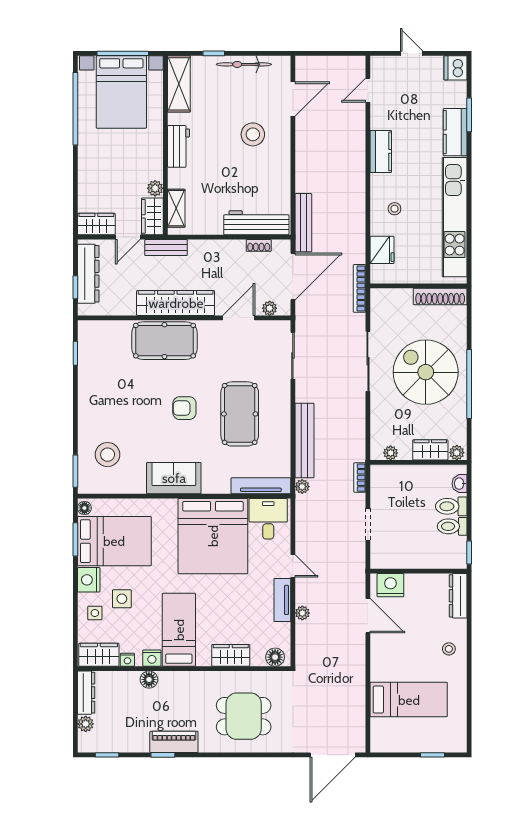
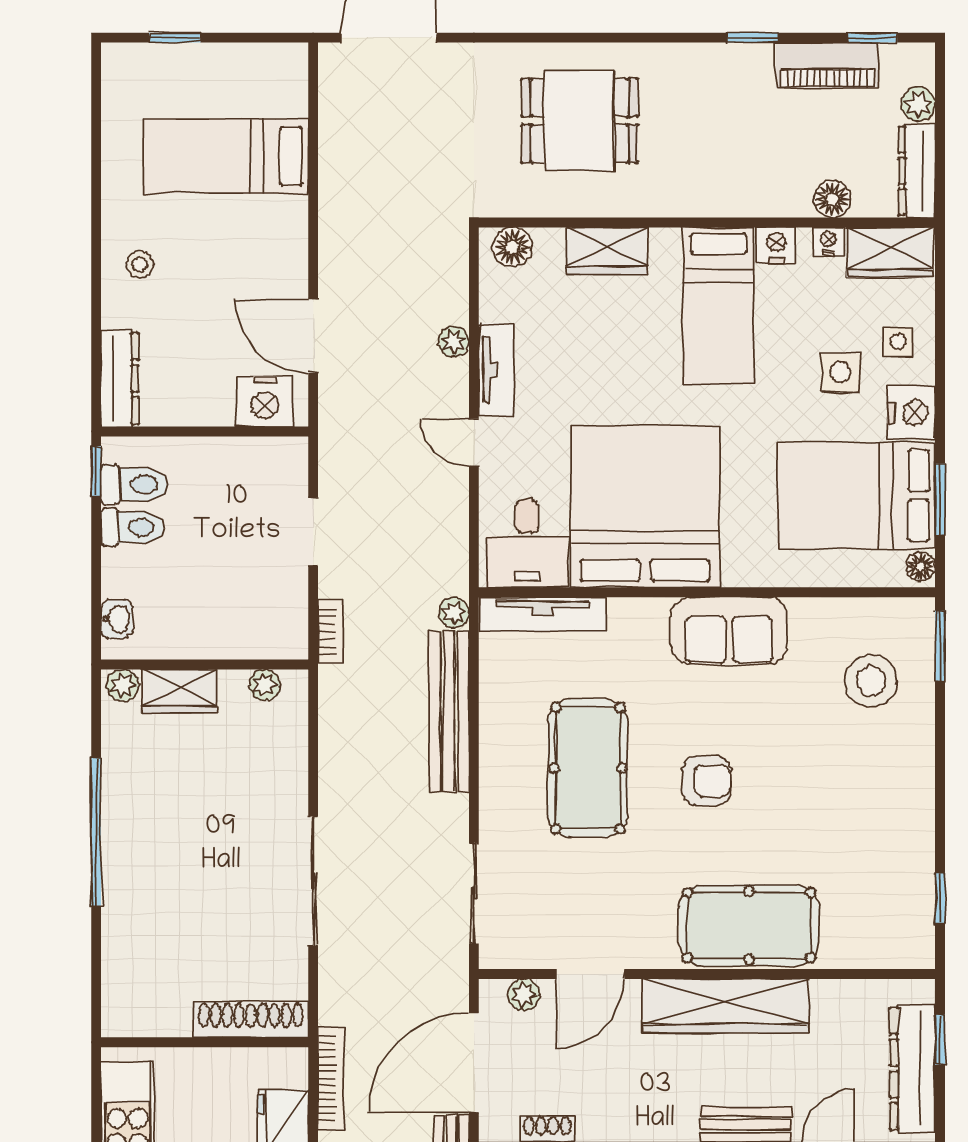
bookcase: (360, 288) -> (331, 1078), moved
shoe rack: (440, 297) -> (251, 1020), moved
spiral stairs: (426, 372) -> (189, 858), removed
toilet: (451, 506) -> (135, 484), moved
floor lamp: (149, 680) -> (832, 199), moved
piano: (174, 742) -> (827, 65), moved

